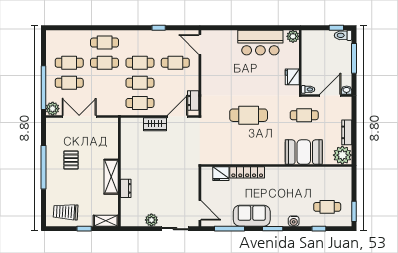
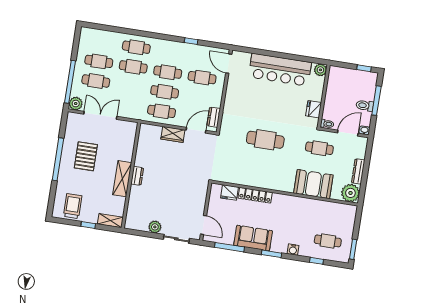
toilet: (343, 35) -> (365, 106), moved
bar counter: (260, 43) -> (280, 70), width x1.36
pallet: (71, 160) -> (86, 156), width x1.50, depth x1.42
dresser: (126, 188) -> (137, 176), moved
trolley: (66, 212) -> (73, 206), turned 87

